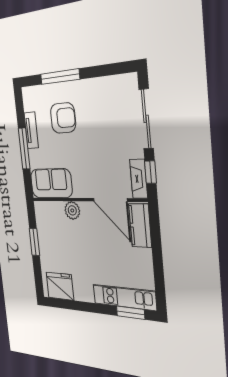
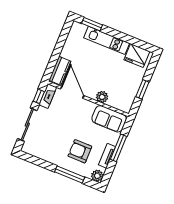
plant: (29, 96) -> (97, 176), added
kitchen unit: (124, 297) -> (107, 40), moved

